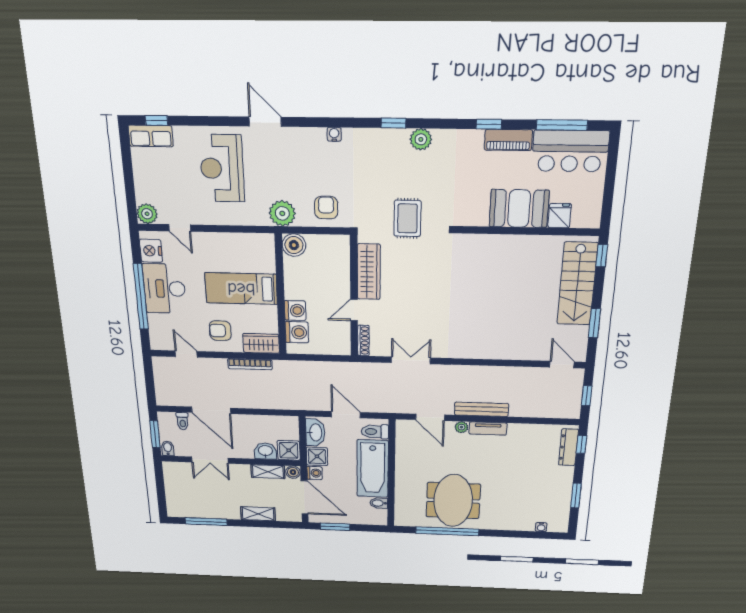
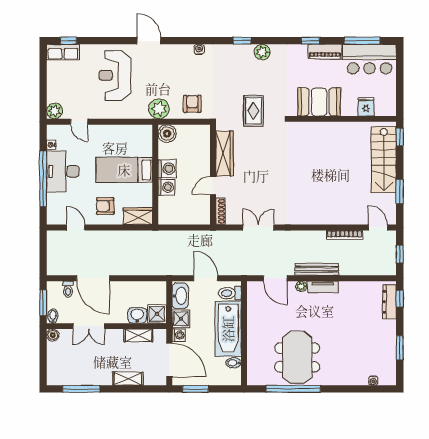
booth: (519, 208) -> (319, 102), moved
nightstand: (151, 251) -> (51, 145), width x0.53, depth x0.56
washing machine: (297, 332) -> (167, 169), moved
bookcase: (250, 364) -> (345, 235), moved
boiler: (293, 472) -> (53, 335), moved

